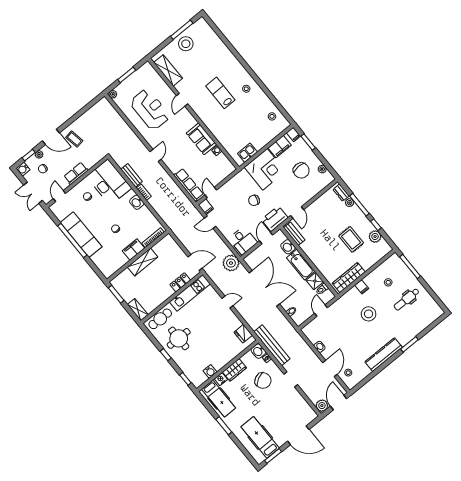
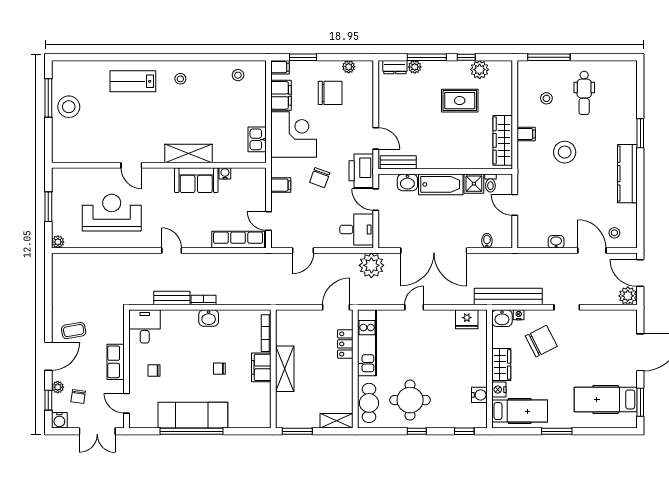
shelving: (168, 70) -> (189, 153), moved
lab bench: (220, 93) -> (133, 81), moved
desk: (109, 182) -> (145, 326), width x0.53, depth x0.77
filing cabinet: (206, 207) -> (281, 185), moved
double door: (264, 288) -> (434, 250), swing flipped

